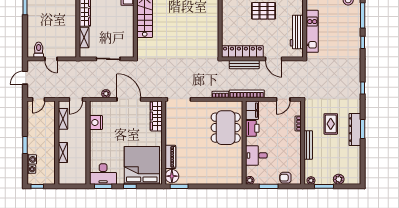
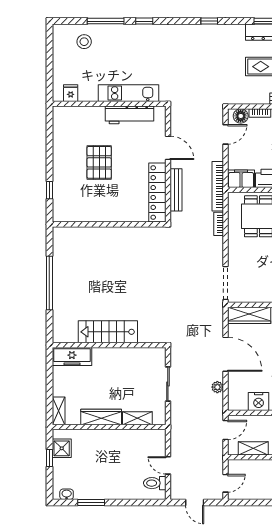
door: (51, 59) -> (168, 465), swing flipped
door: (274, 59) -> (168, 148), hinge flipped
door: (38, 99) -> (225, 483), hinge flipped
door: (76, 99) -> (225, 430), hinge flipped
door: (129, 99) -> (225, 354), swing flipped
door: (283, 99) -> (225, 134), hinge flipped
floor lamp: (296, 110) -> (241, 116), added

